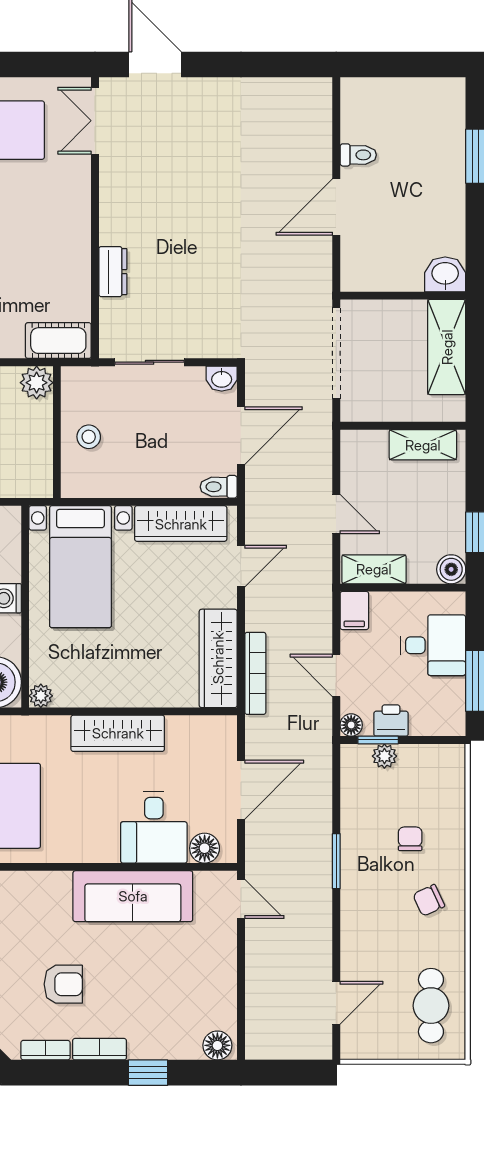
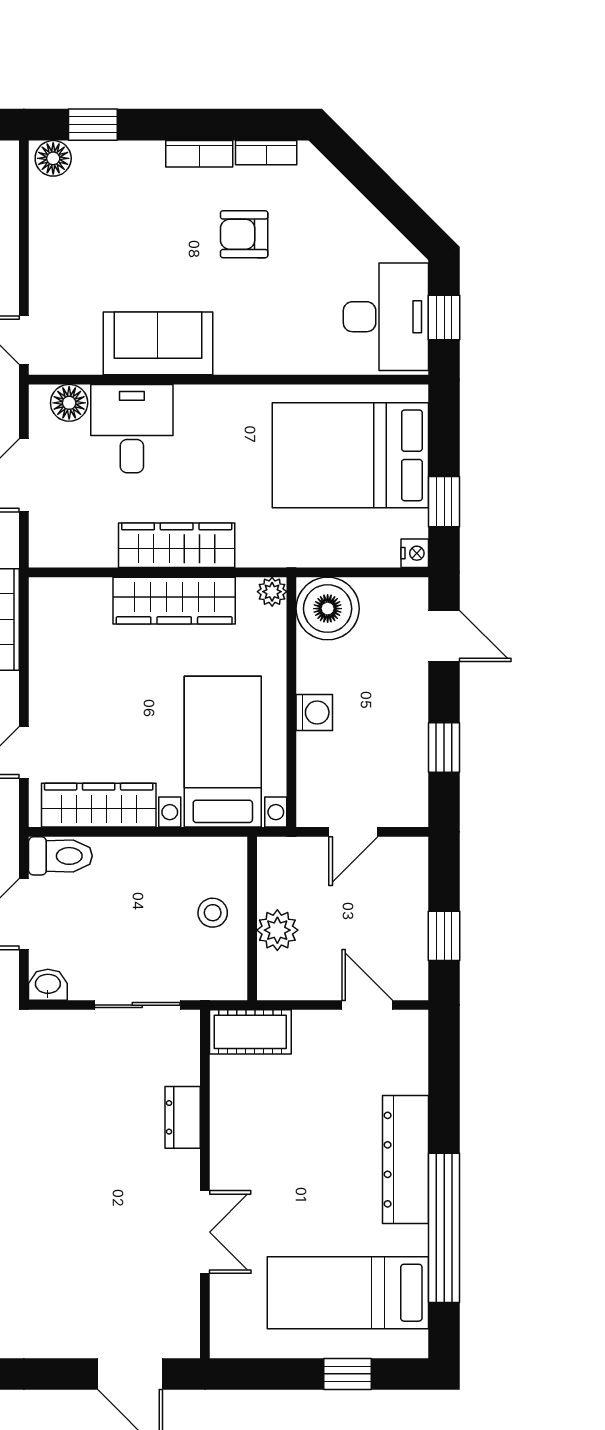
double door: (95, 121) -> (205, 1232), moved
plant: (37, 383) -> (277, 930), moved
toilet: (219, 487) -> (60, 856), width x1.37, depth x1.39
wardrobe: (218, 658) -> (174, 601), moved, turned 90
sofa: (133, 896) -> (158, 343), width x0.73
window: (148, 1073) -> (93, 125), moved

